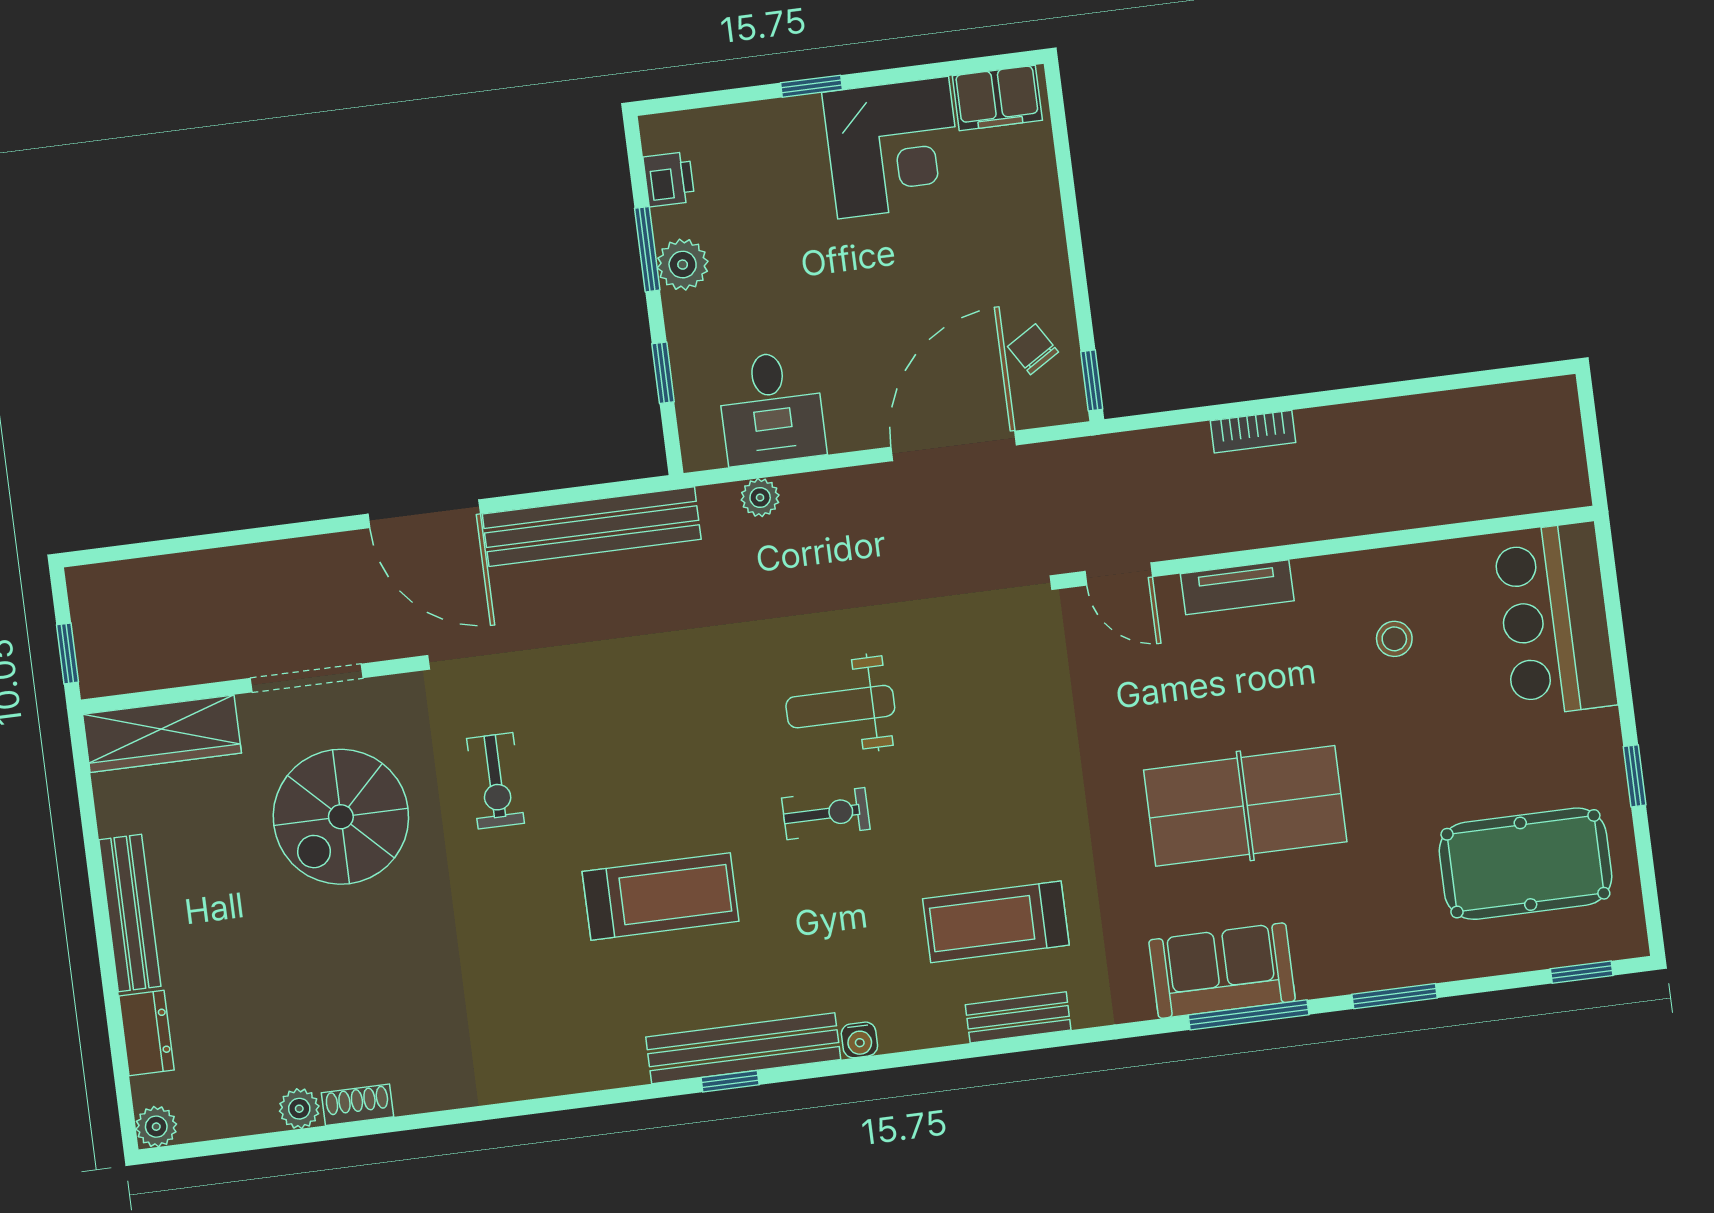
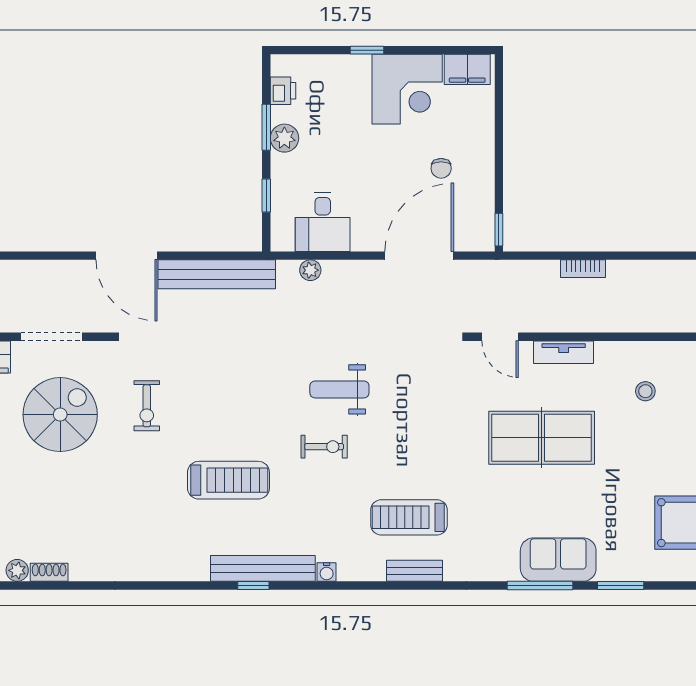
chair: (1033, 349) -> (441, 168), moved, turned -148
table tennis table: (1245, 806) -> (542, 438), moved
spiral stairs: (341, 817) -> (60, 415), turned 180
sofa: (1222, 971) -> (558, 560), moved

